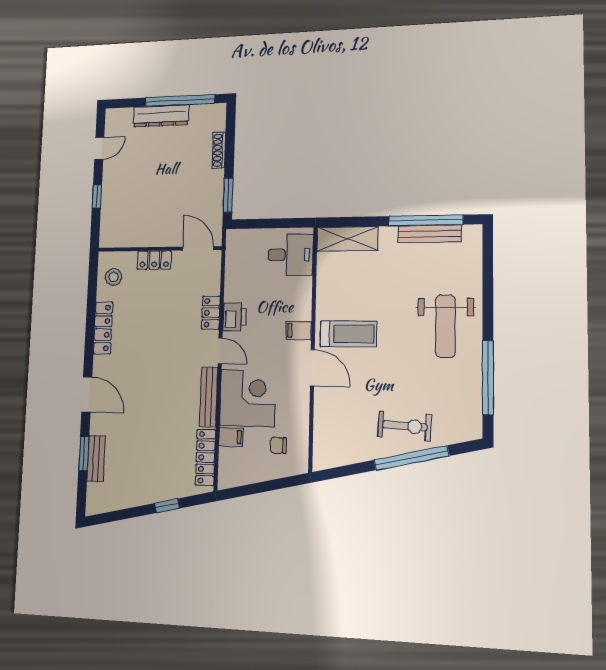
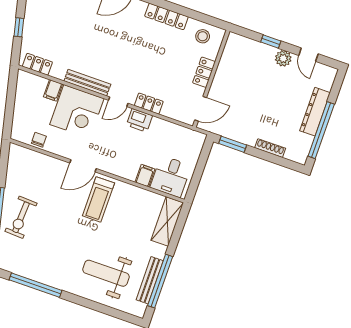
plant: (112, 175) -> (283, 58), added
weight bench: (445, 326) -> (106, 273), moved
filing cabinet: (299, 330) -> (145, 176), moved
chair: (278, 445) -> (39, 140), moved
locker: (205, 457) -> (37, 64), width x0.66

